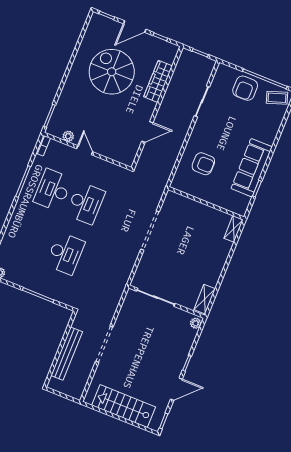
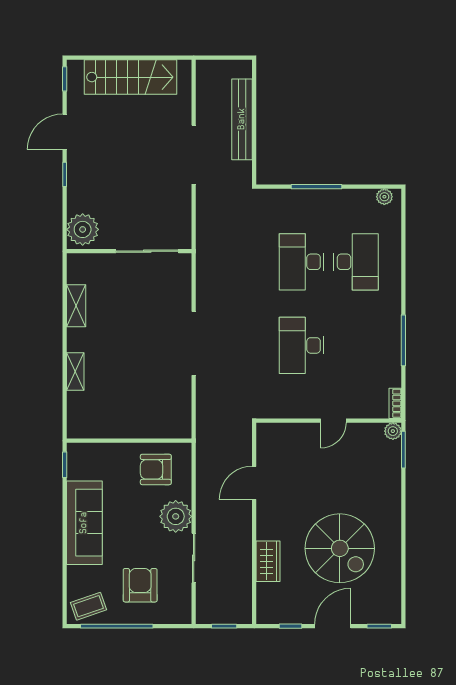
wardrobe: (158, 81) -> (268, 561), width x0.67
armchair: (245, 88) -> (140, 585), moved
plant: (203, 131) -> (176, 516), added
plant: (68, 136) -> (393, 431), moved
door: (85, 150) -> (333, 421), hinge flipped
sofa: (252, 168) -> (84, 523), moved
desk: (53, 190) -> (356, 262), moved
wall: (206, 203) -> (129, 441), moved
shelving: (233, 229) -> (75, 372), moved
shelving: (205, 299) -> (76, 306), moved
plant: (196, 323) -> (83, 229), width x1.88, depth x1.88

